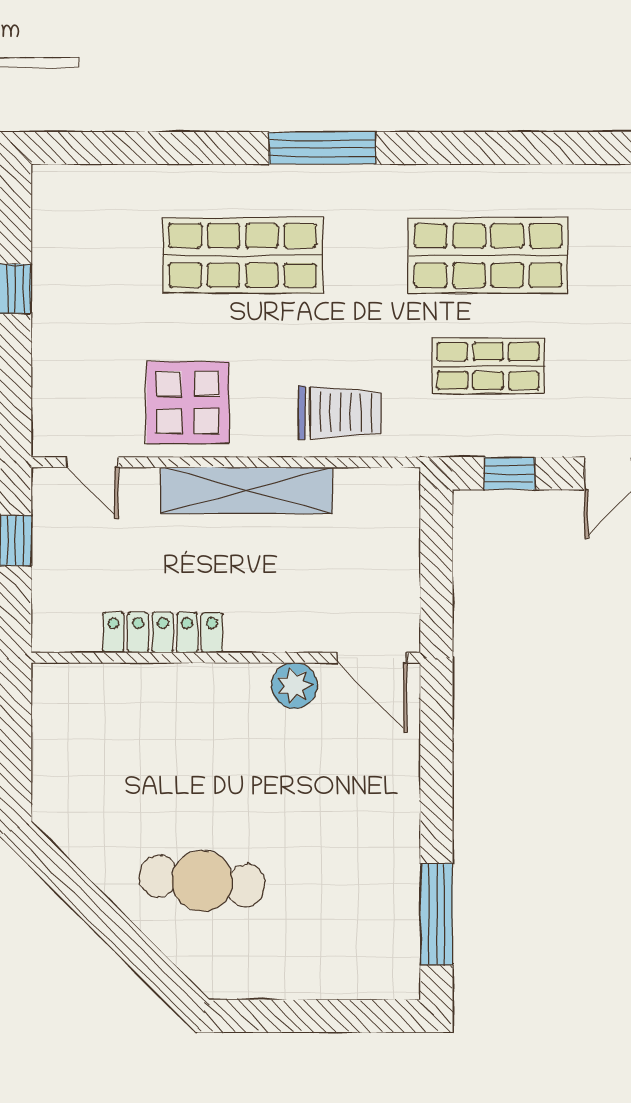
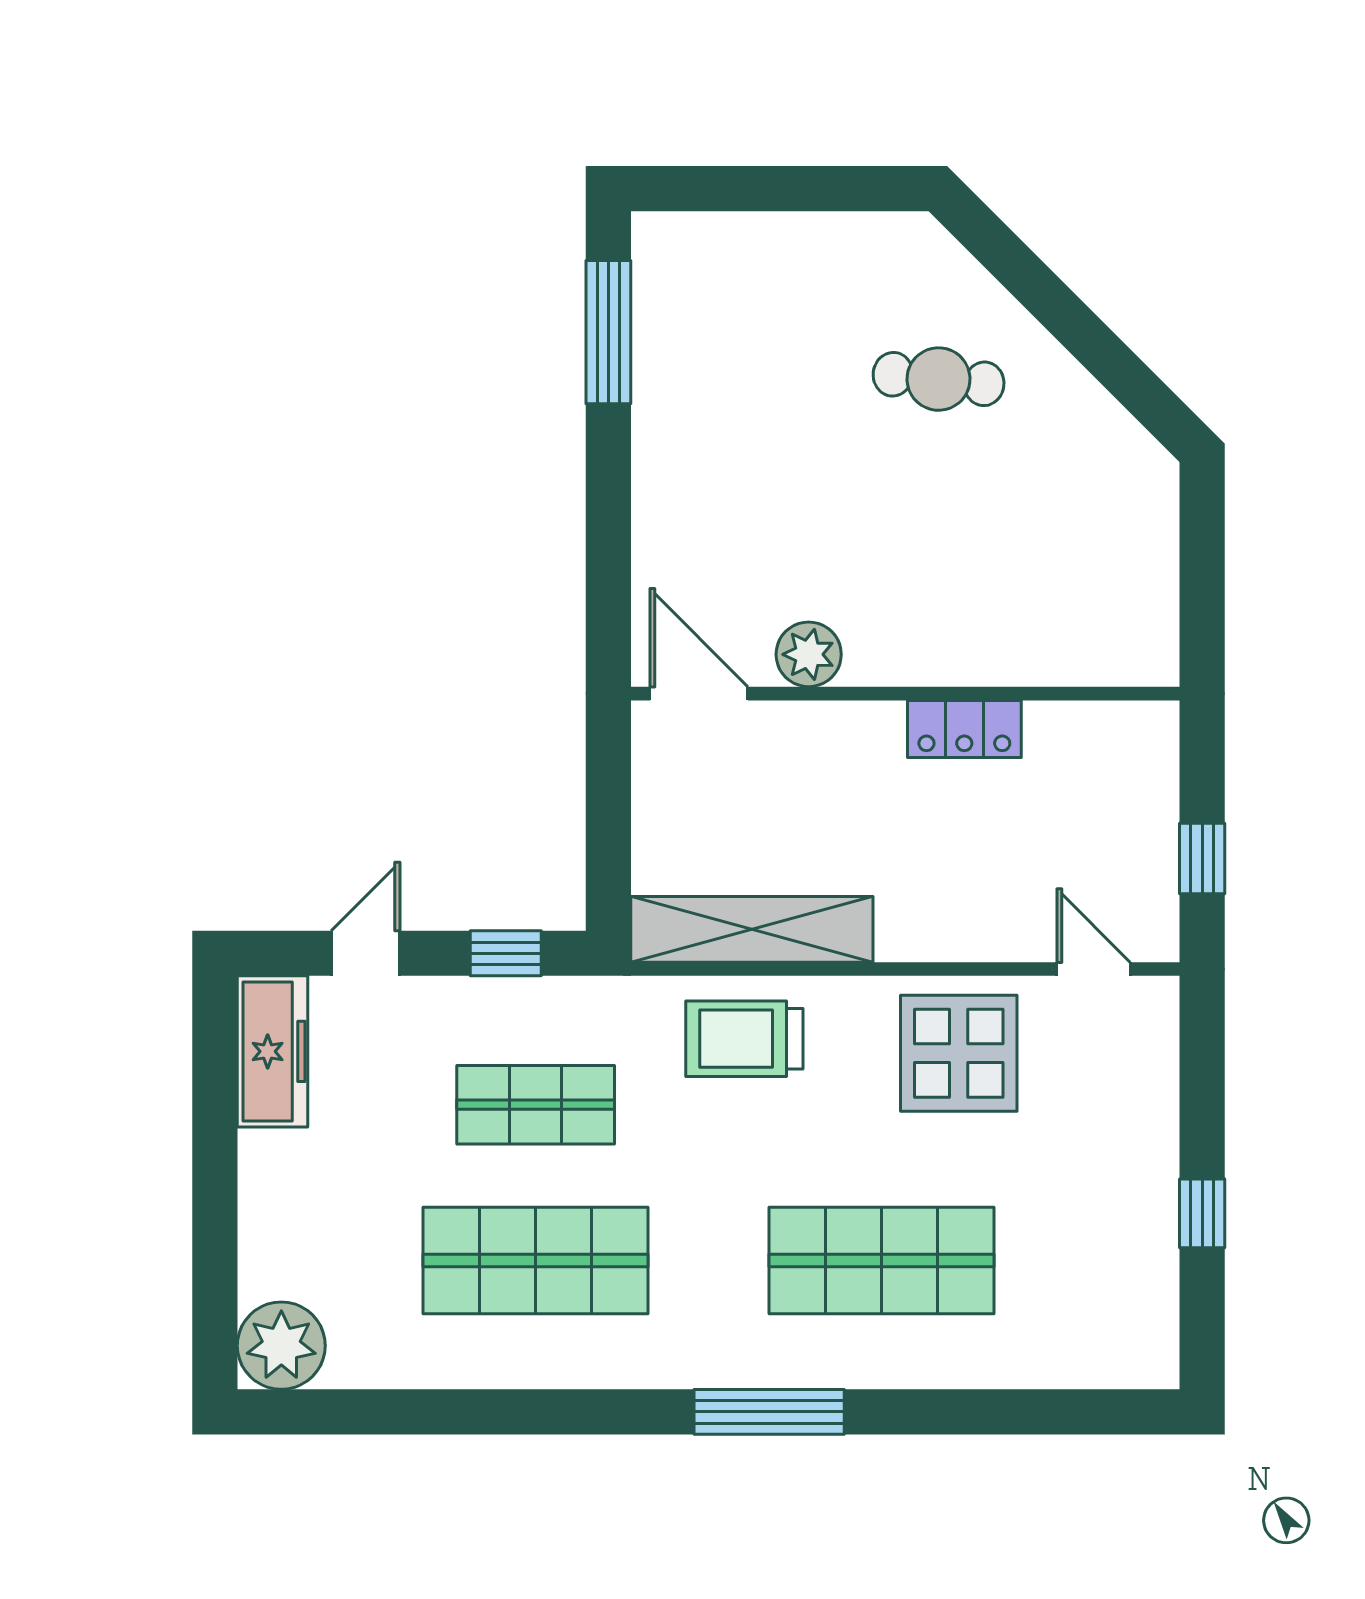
shelving: (247, 490) -> (752, 929), moved
locker: (163, 633) -> (964, 729), width x0.66
cafe table: (202, 881) -> (939, 379), width x0.73, depth x0.74

